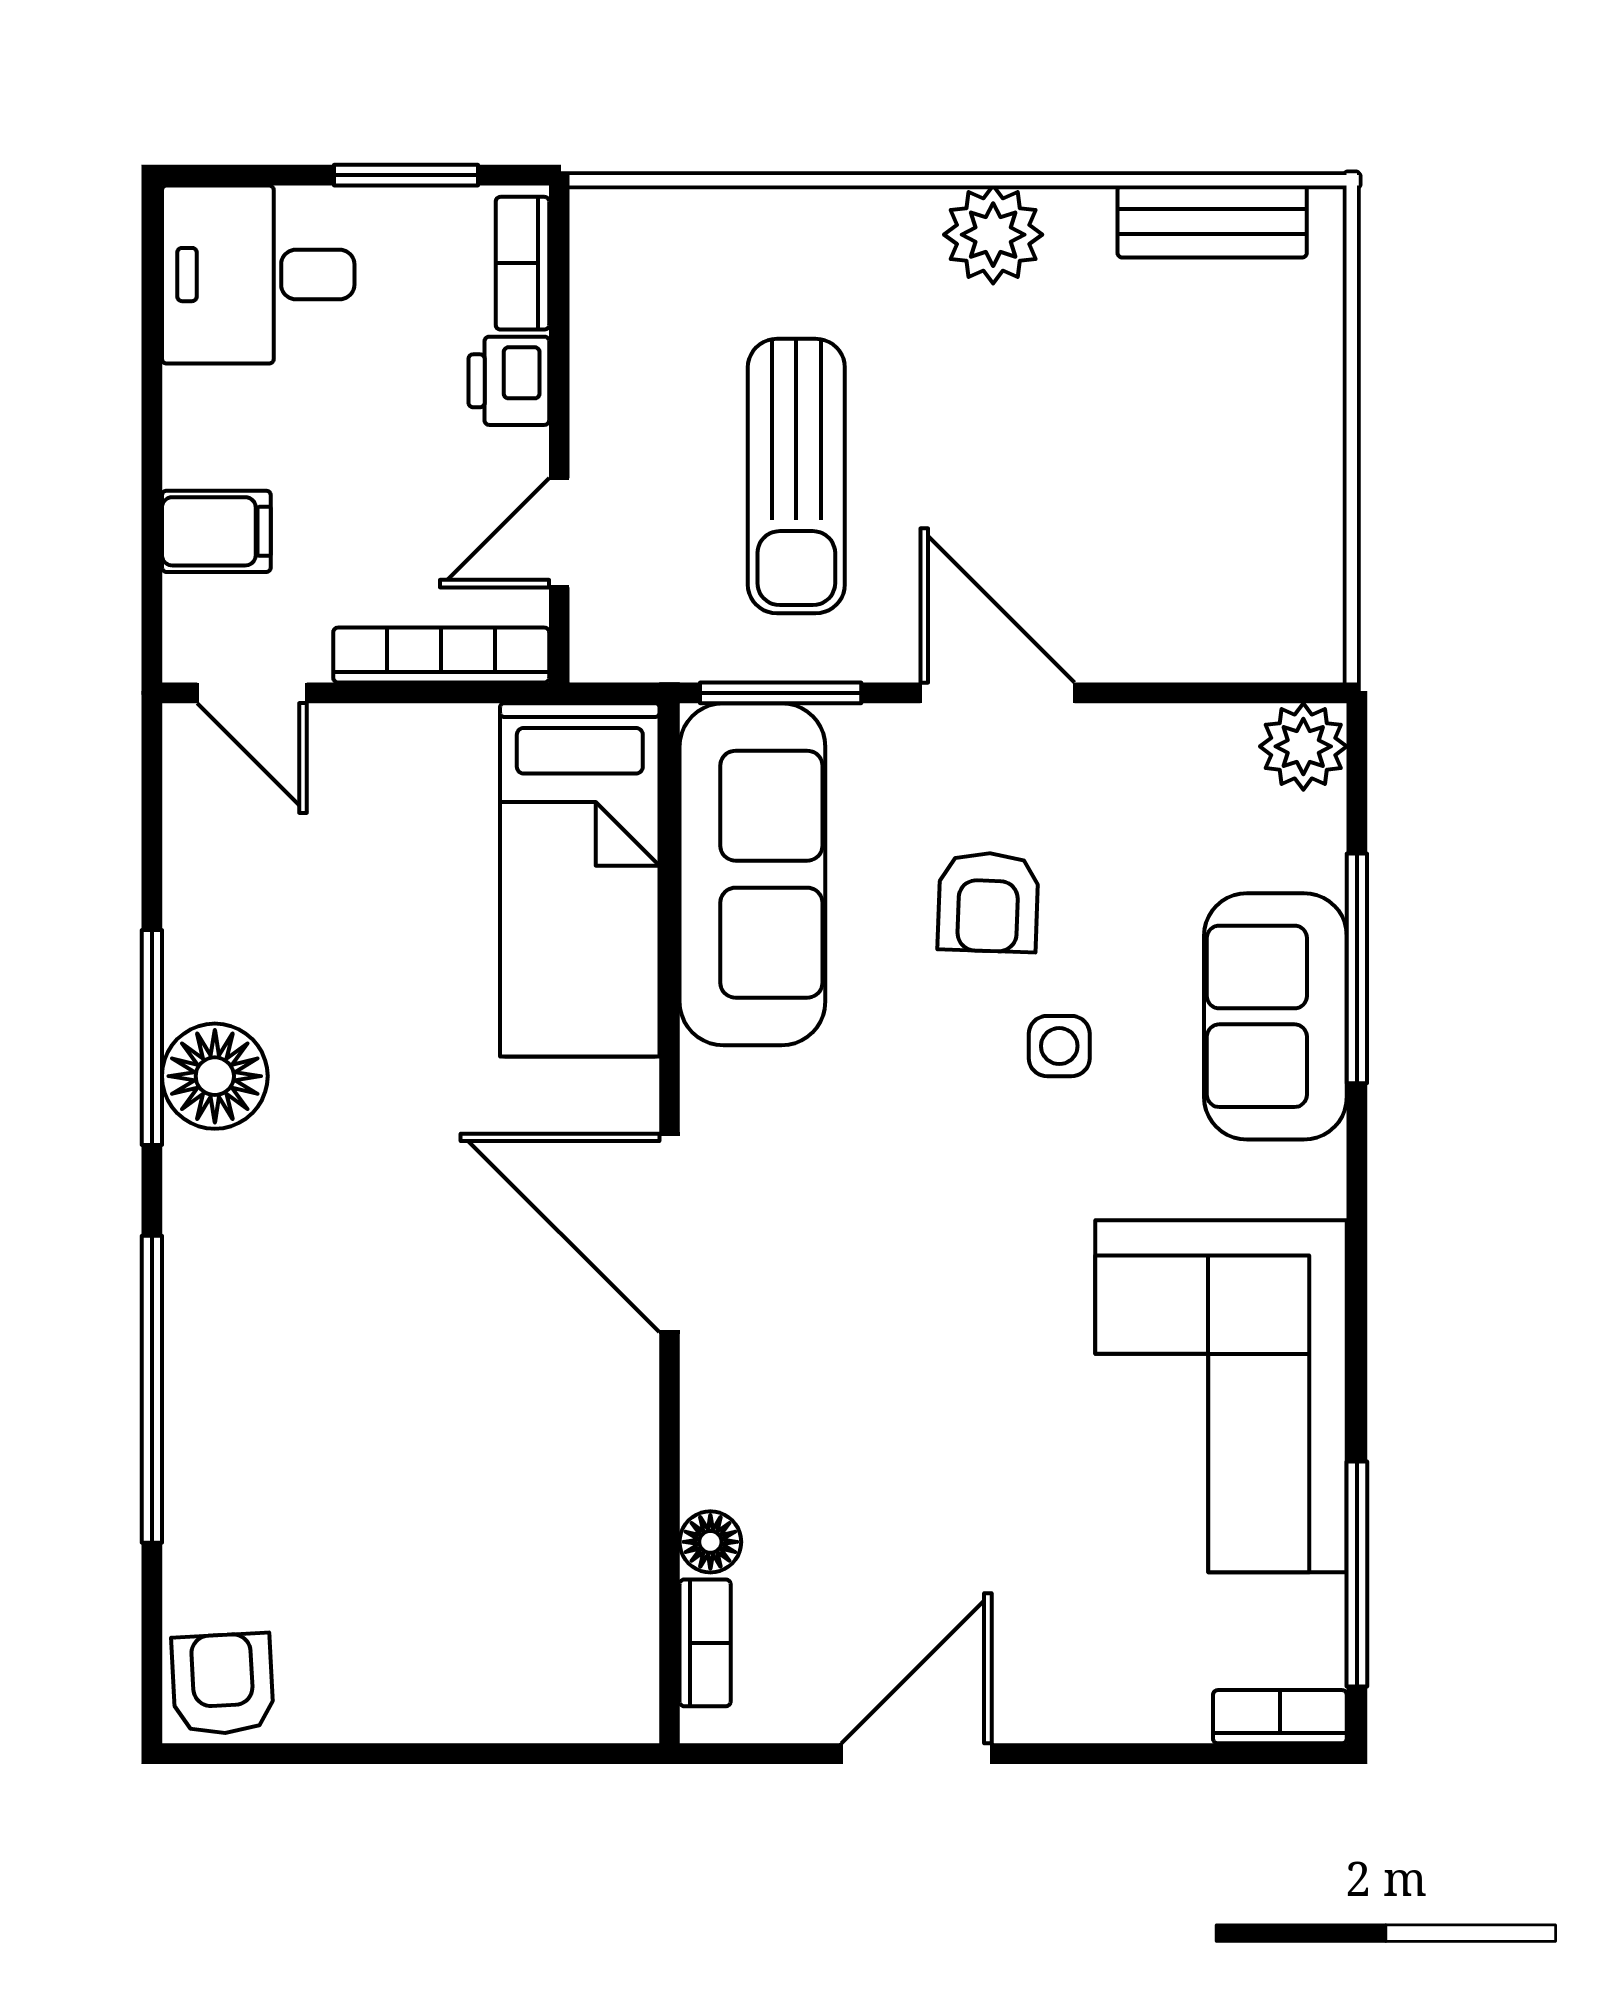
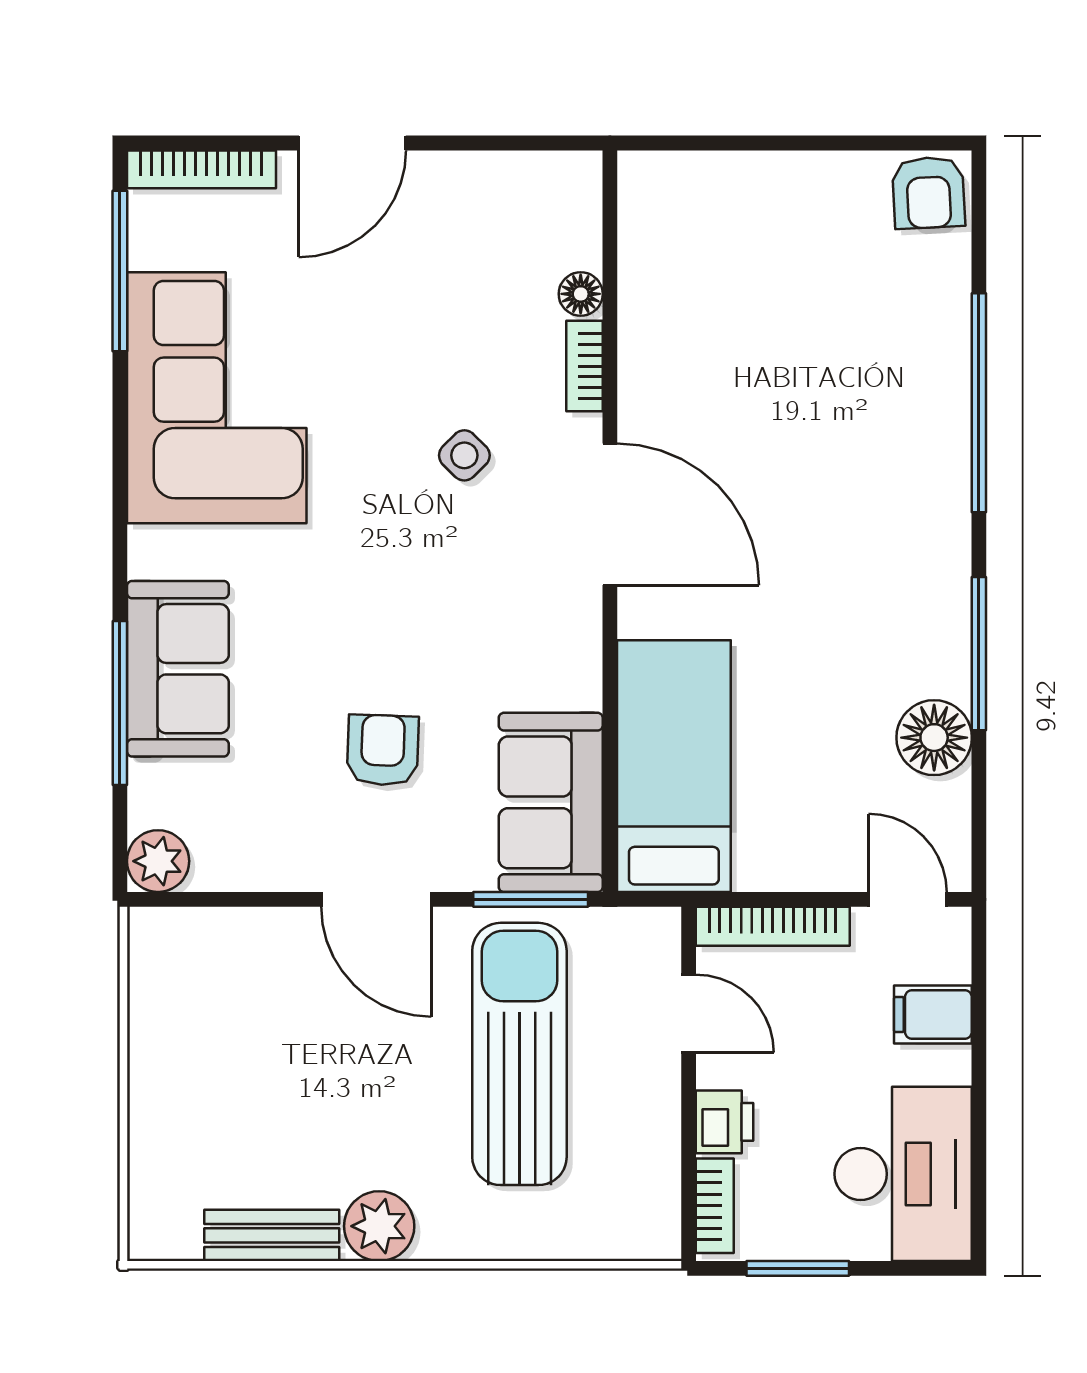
bench: (1212, 221) -> (272, 1235), moved
desk: (258, 275) -> (903, 1174), width x1.37
sun lounger: (796, 476) -> (519, 1054), width x1.36, depth x1.34
door: (559, 533) -> (689, 1013), hinge flipped
sofa: (752, 874) -> (551, 802), width x0.73
side table: (1059, 1046) -> (464, 455), moved, turned 45
floor lamp: (215, 1076) -> (934, 738), moved
bookcase: (705, 1643) -> (585, 366), moved
bookcase: (1280, 1717) -> (201, 169), width x1.56
door: (917, 1754) -> (352, 143), moved

